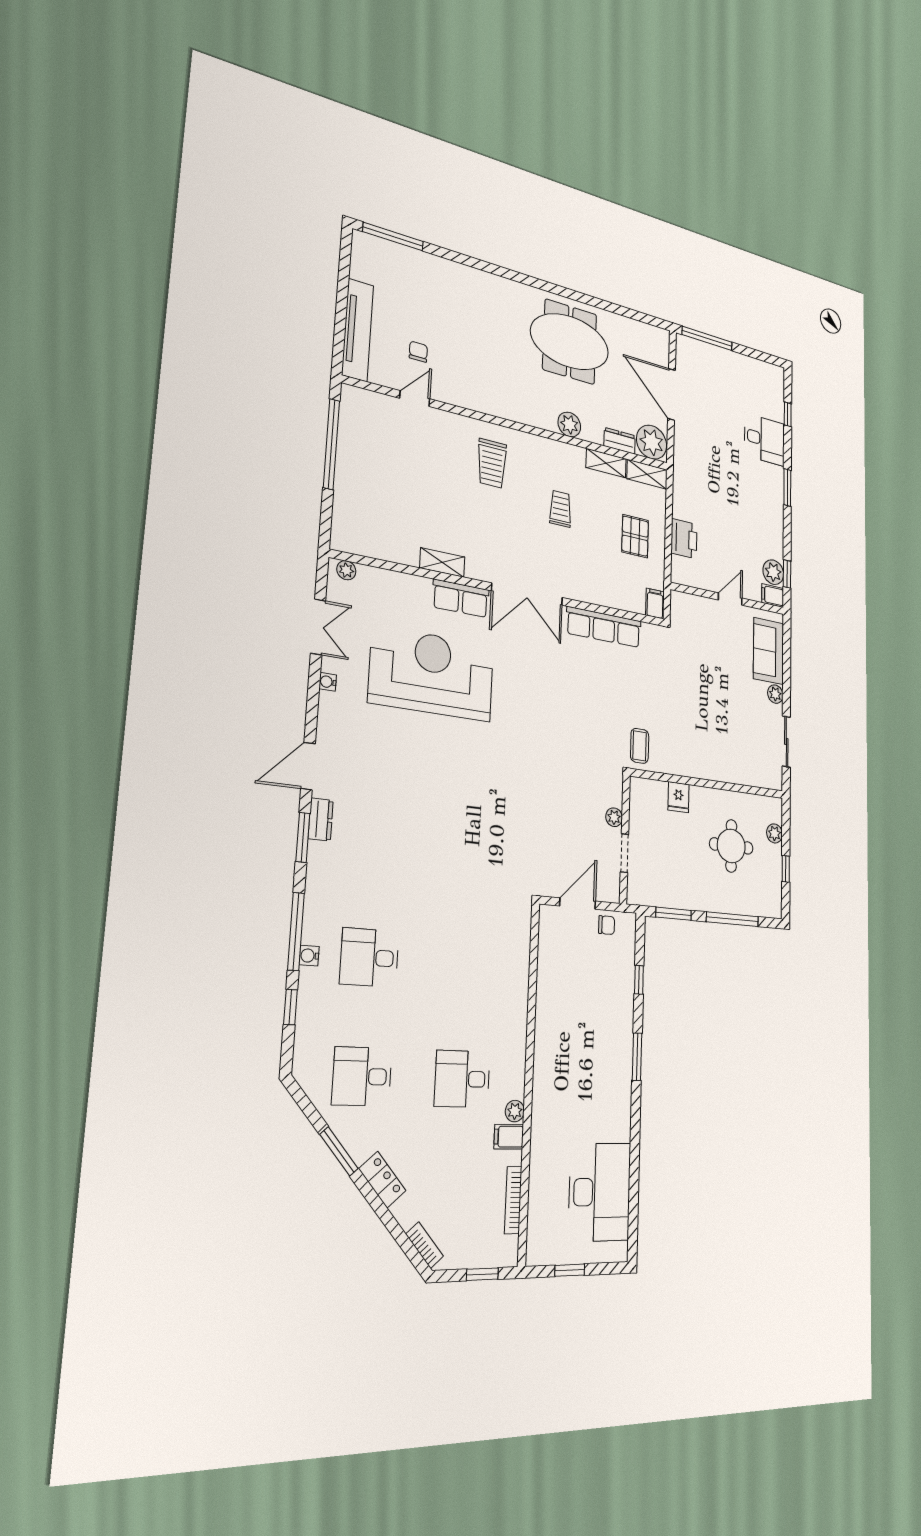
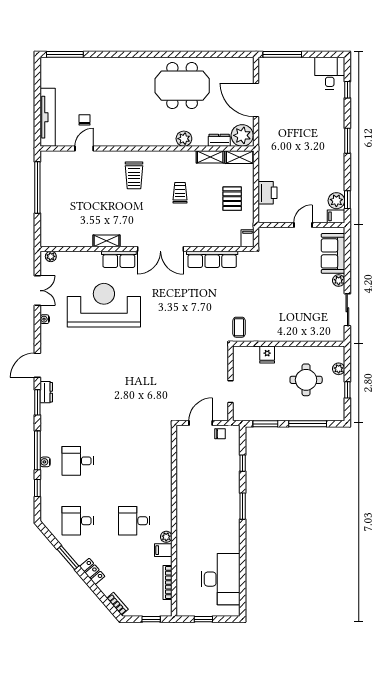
desk: (764, 440) -> (330, 73), moved, turned -90
plant: (614, 817) -> (223, 372), removed

